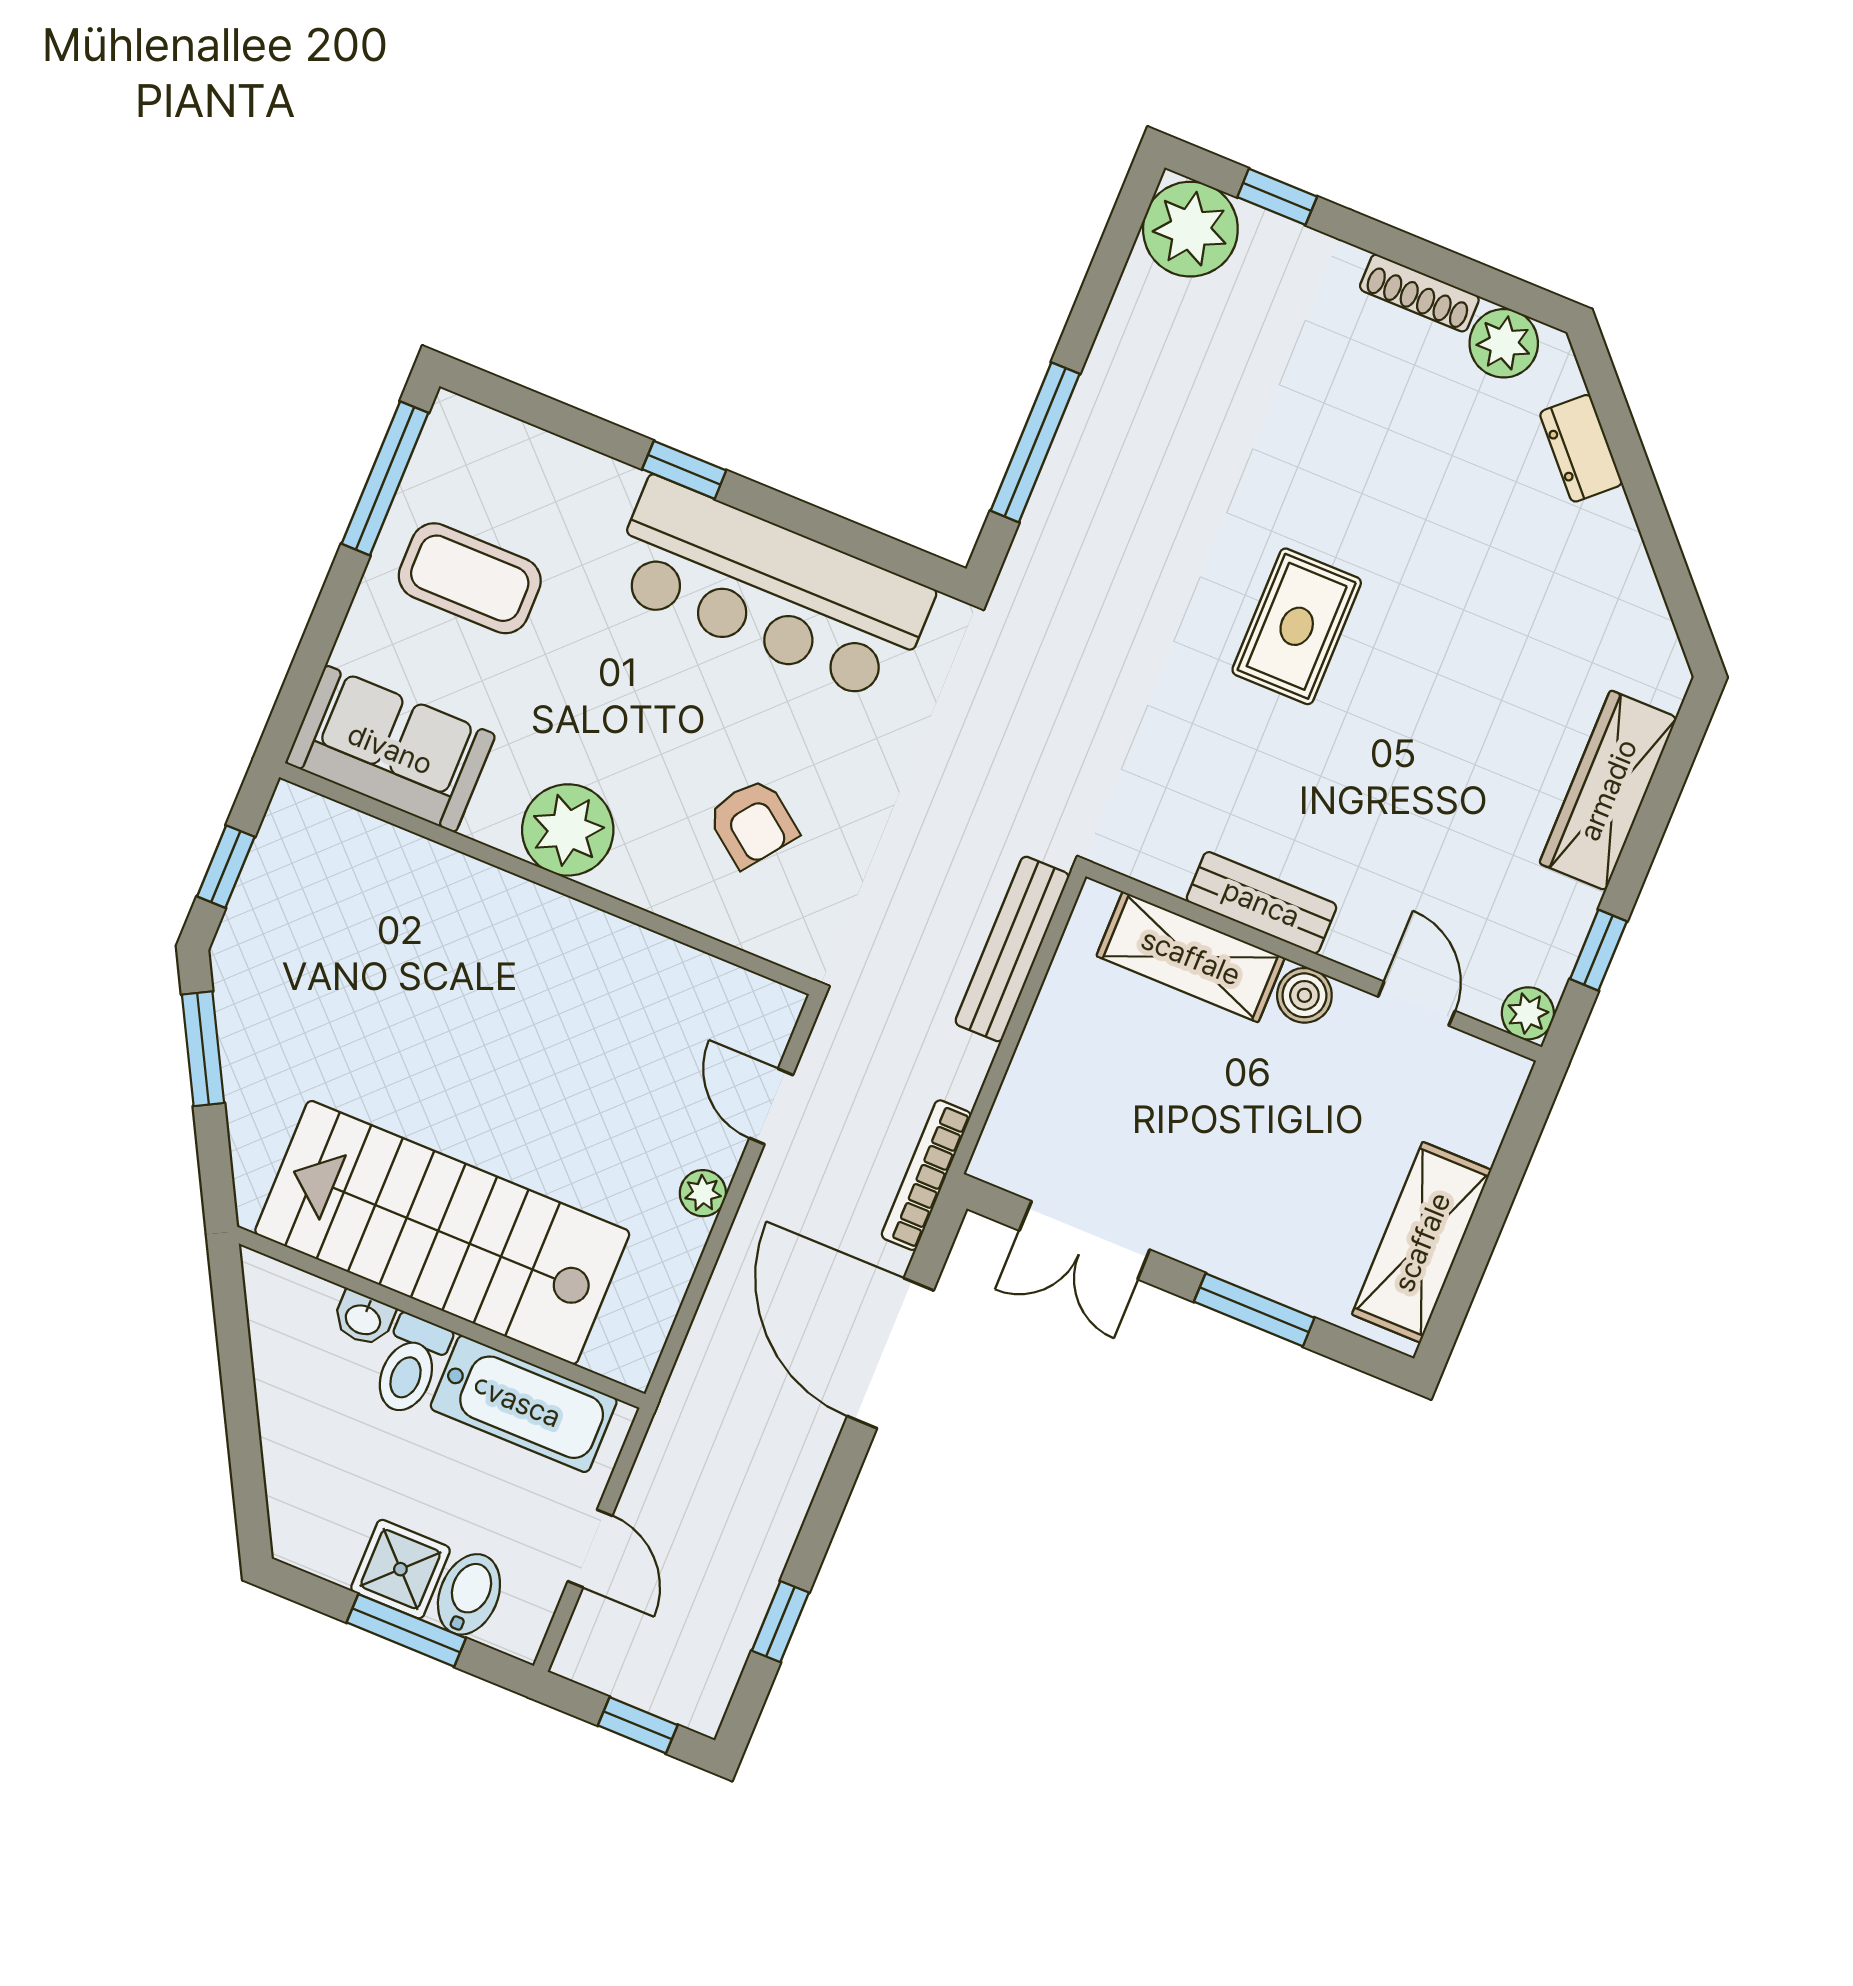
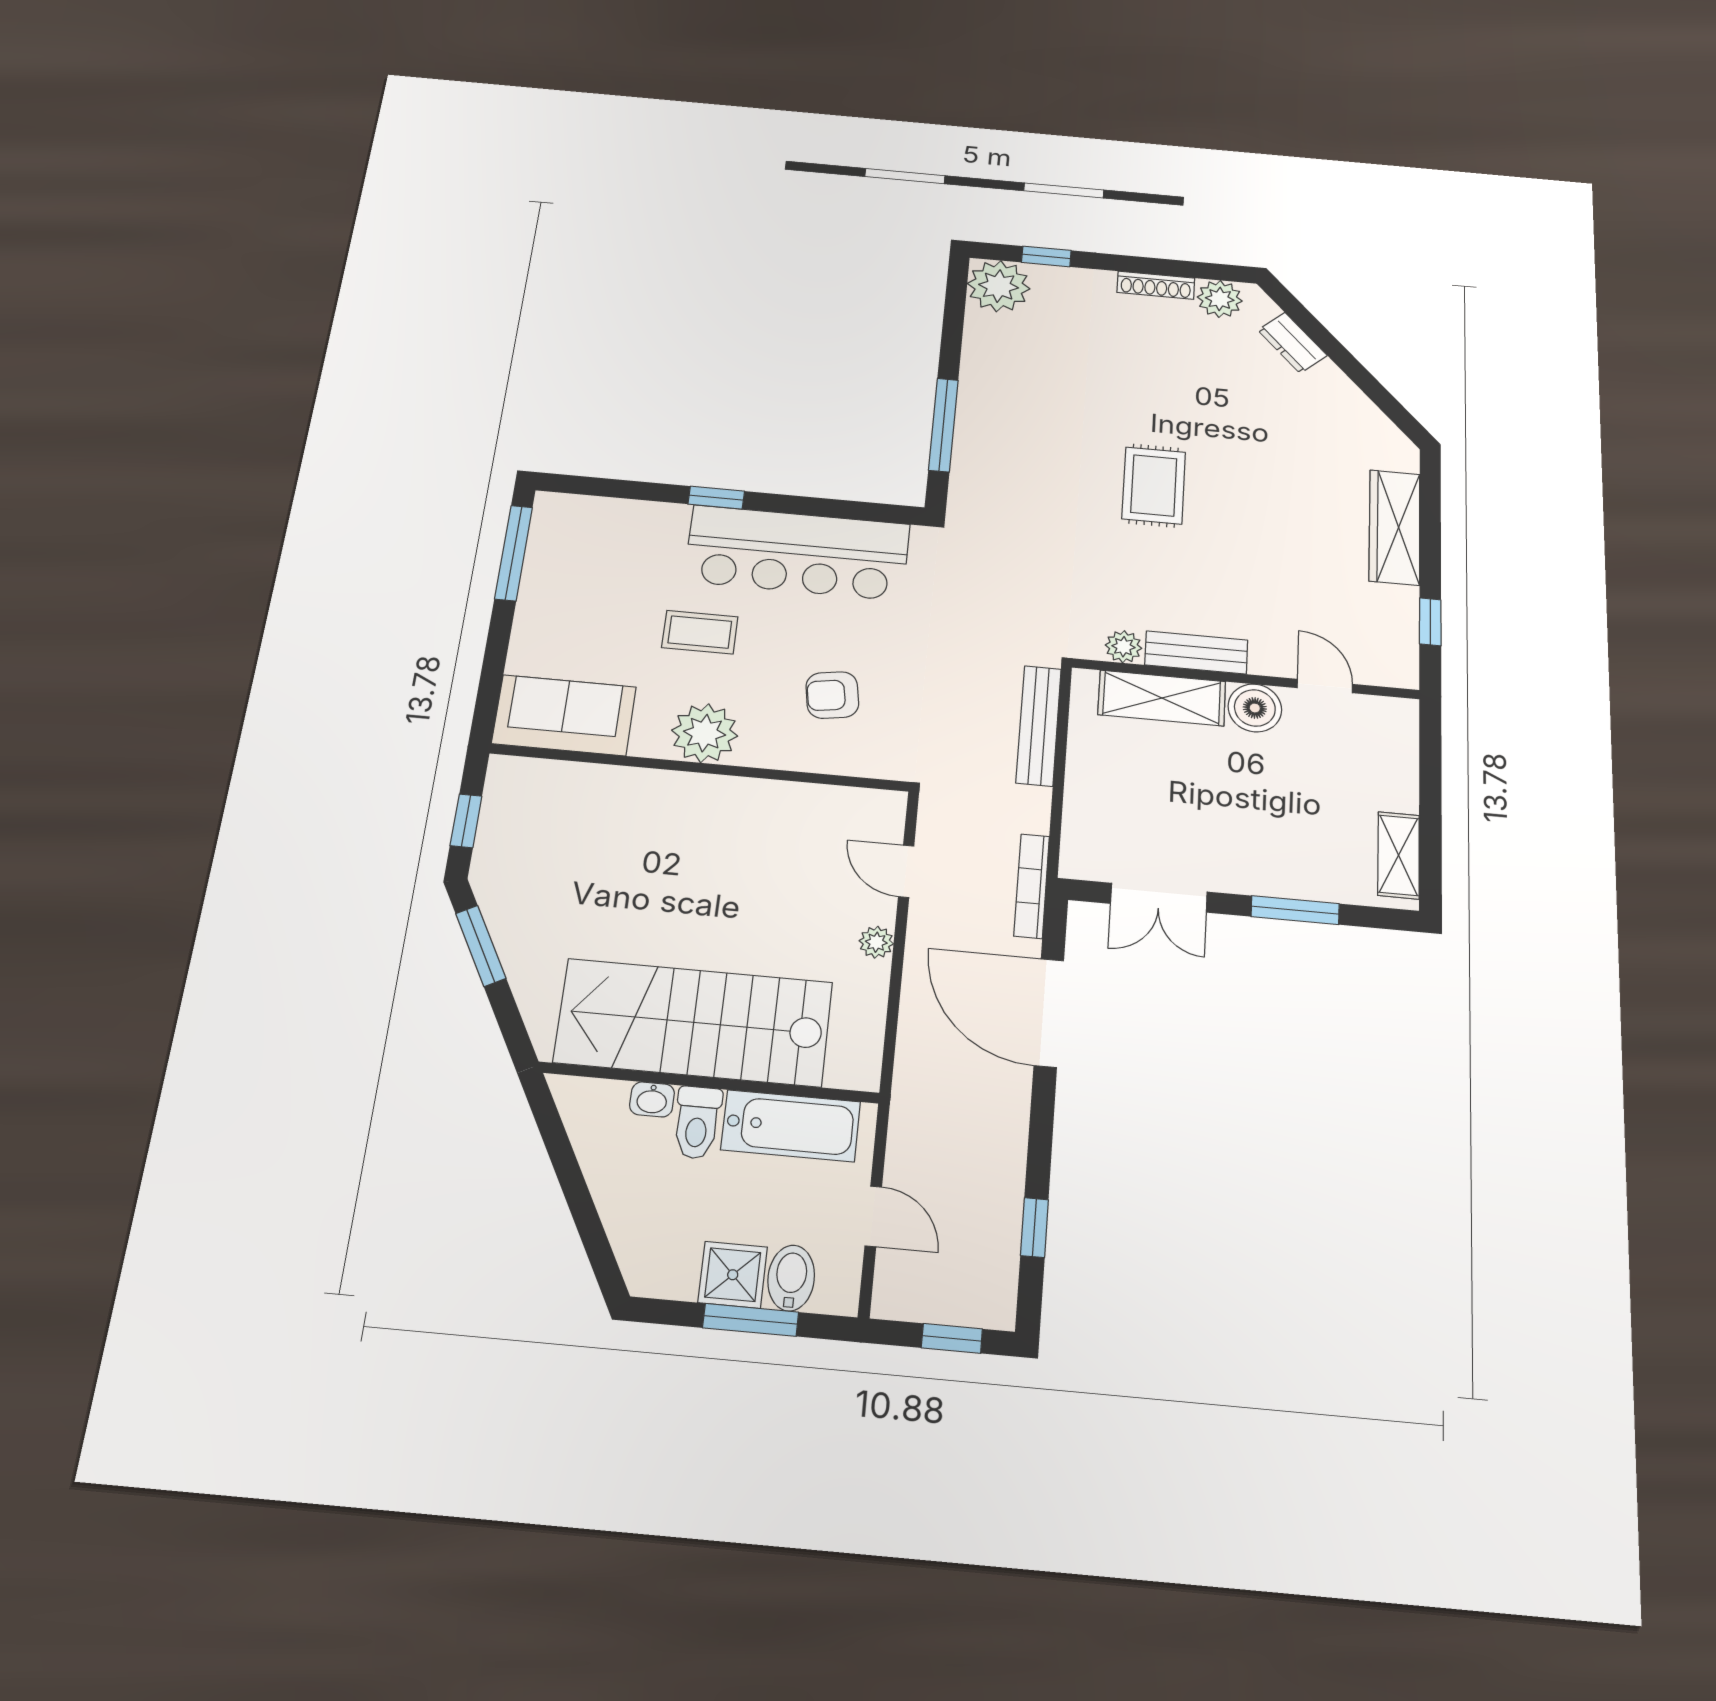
coffee table: (470, 578) -> (700, 632), moved, width x0.73, depth x0.77
armchair: (753, 823) -> (832, 695), turned 134
boiler: (1304, 995) -> (1255, 708), width x1.36, depth x1.36
plant: (1528, 1013) -> (1124, 647), moved
shelving: (1422, 1242) -> (1399, 855), width x0.67, depth x0.75

